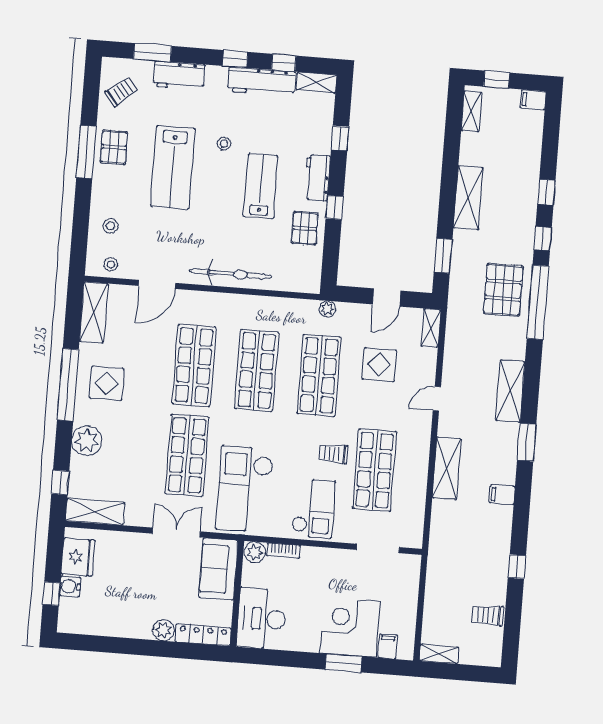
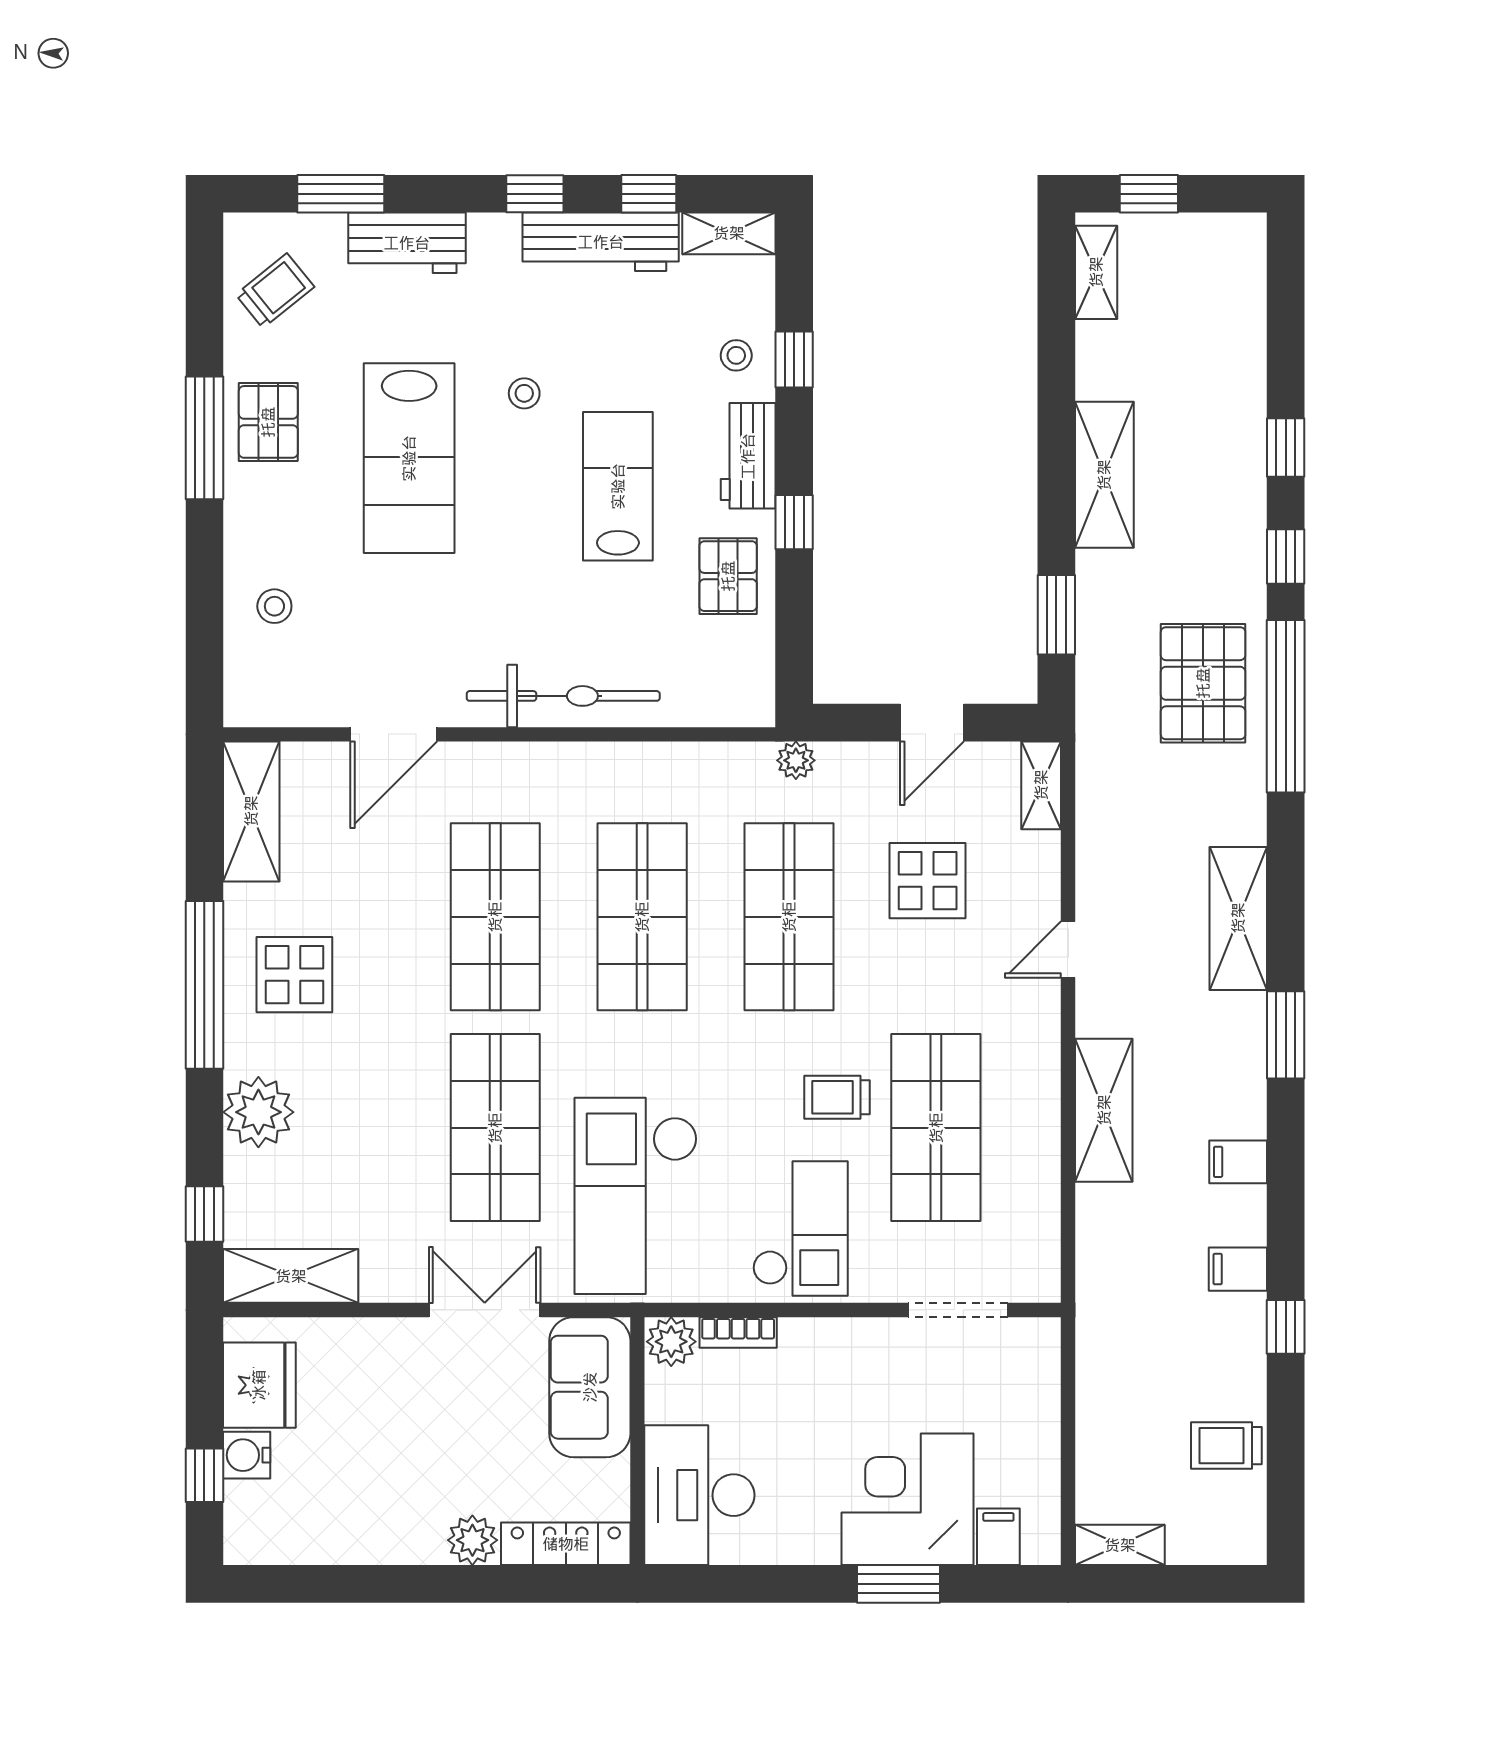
filing cabinet: (533, 100) -> (1238, 1269), moved
stool: (111, 264) -> (736, 355), moved

